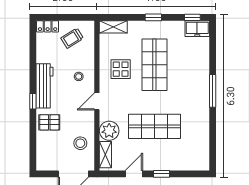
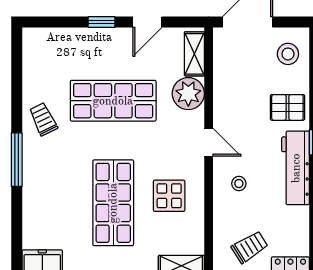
door: (97, 101) -> (209, 142), hinge flipped
trolley: (197, 115) -> (43, 119), added
stool: (80, 143) -> (288, 54), moved

